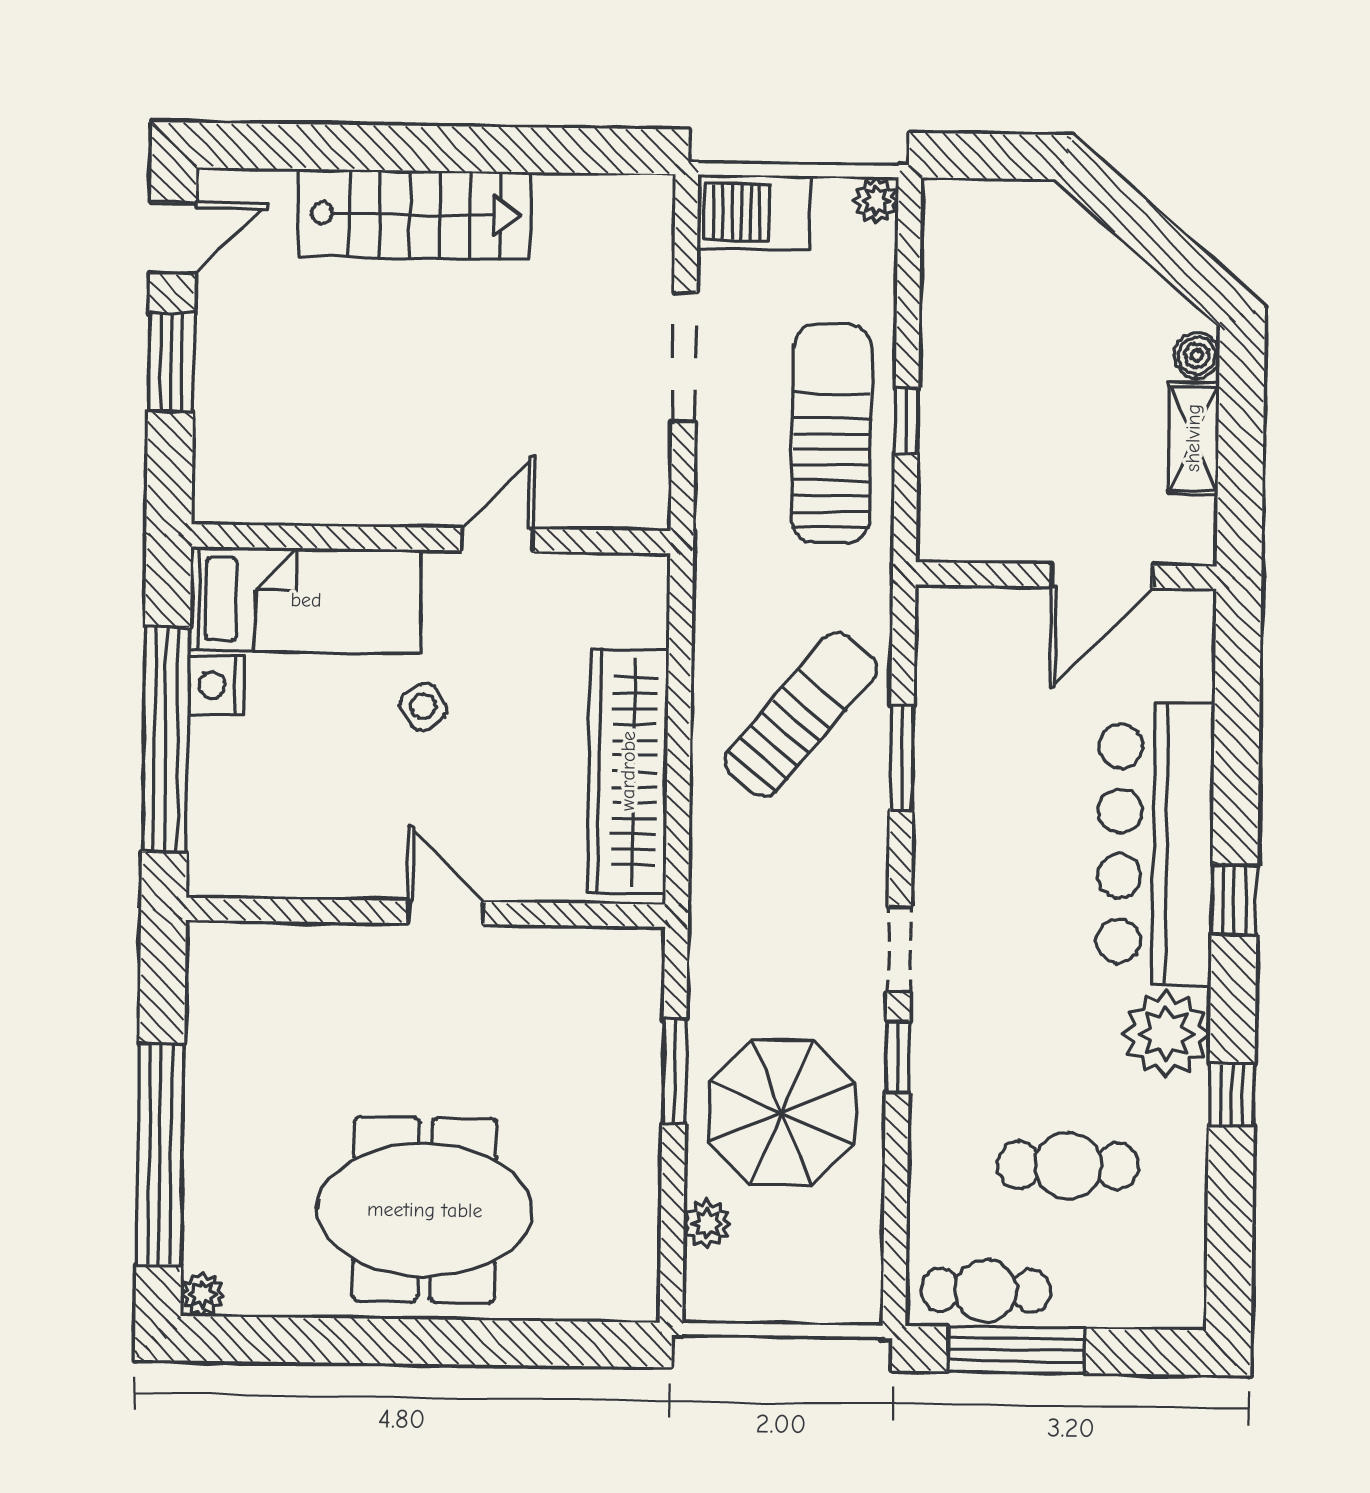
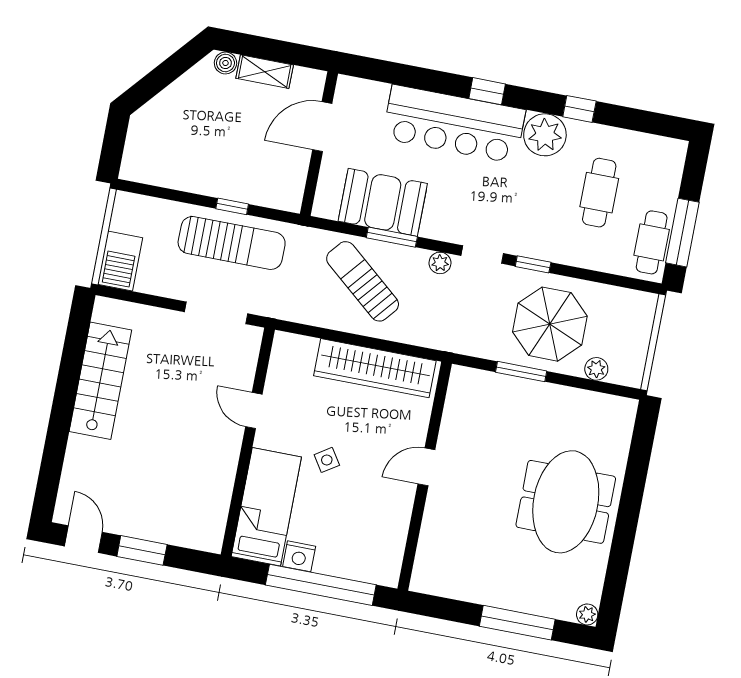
plant: (876, 201) -> (440, 263), moved
stairs: (414, 214) -> (100, 381), moved
doorway: (684, 357) -> (216, 313), moved
sun lounger: (832, 433) -> (232, 243), turned 180
door: (1102, 576) -> (322, 127), swing flipped
booth: (969, 727) -> (383, 202), added
window: (160, 1154) -> (517, 623), width x0.68

